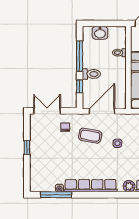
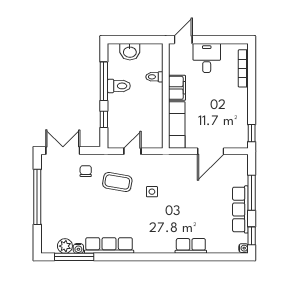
toilet: (91, 74) -> (119, 86), moved
door: (102, 111) -> (132, 151), width x0.53
window: (27, 147) -> (37, 197), width x3.17
row of seats: (91, 186) -> (109, 245), width x0.73
plant: (129, 186) -> (65, 246), moved

